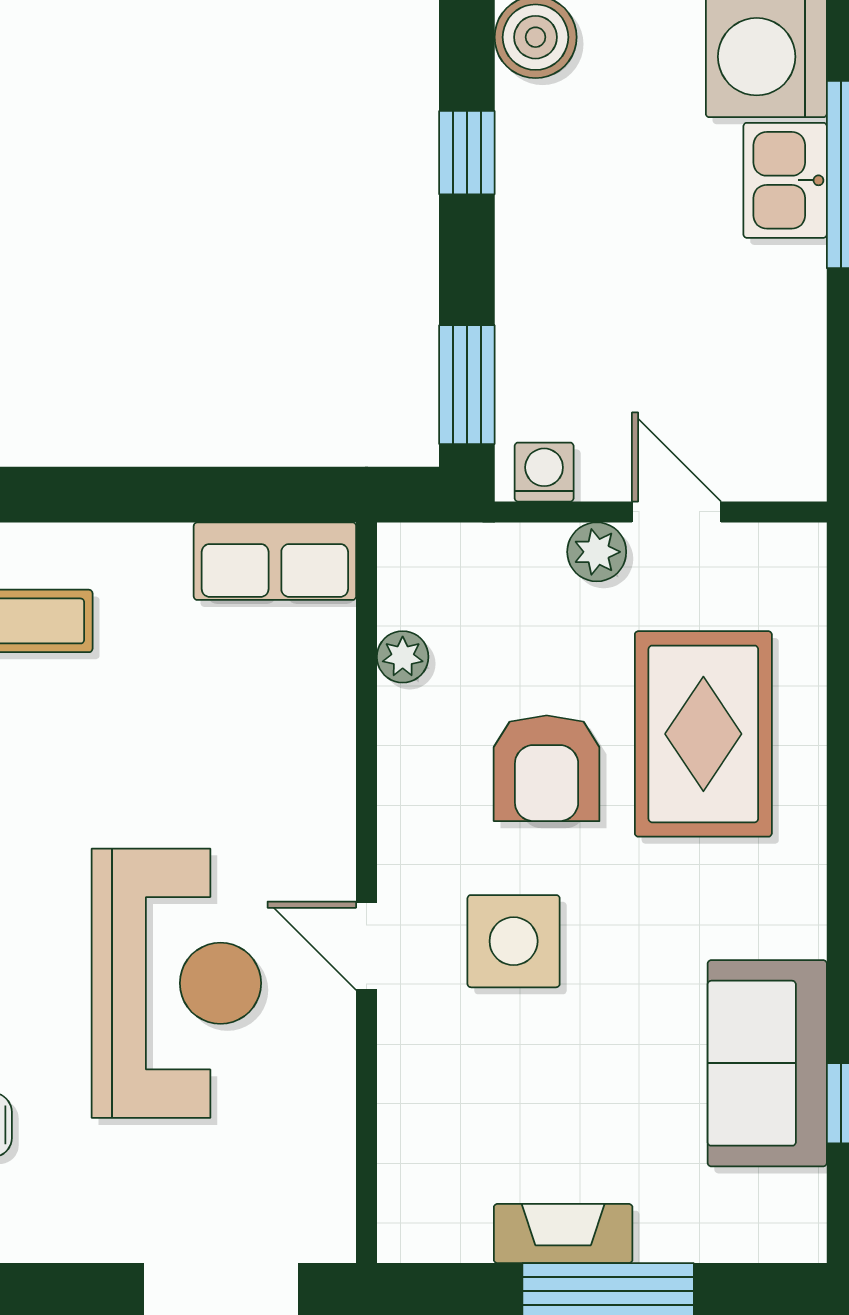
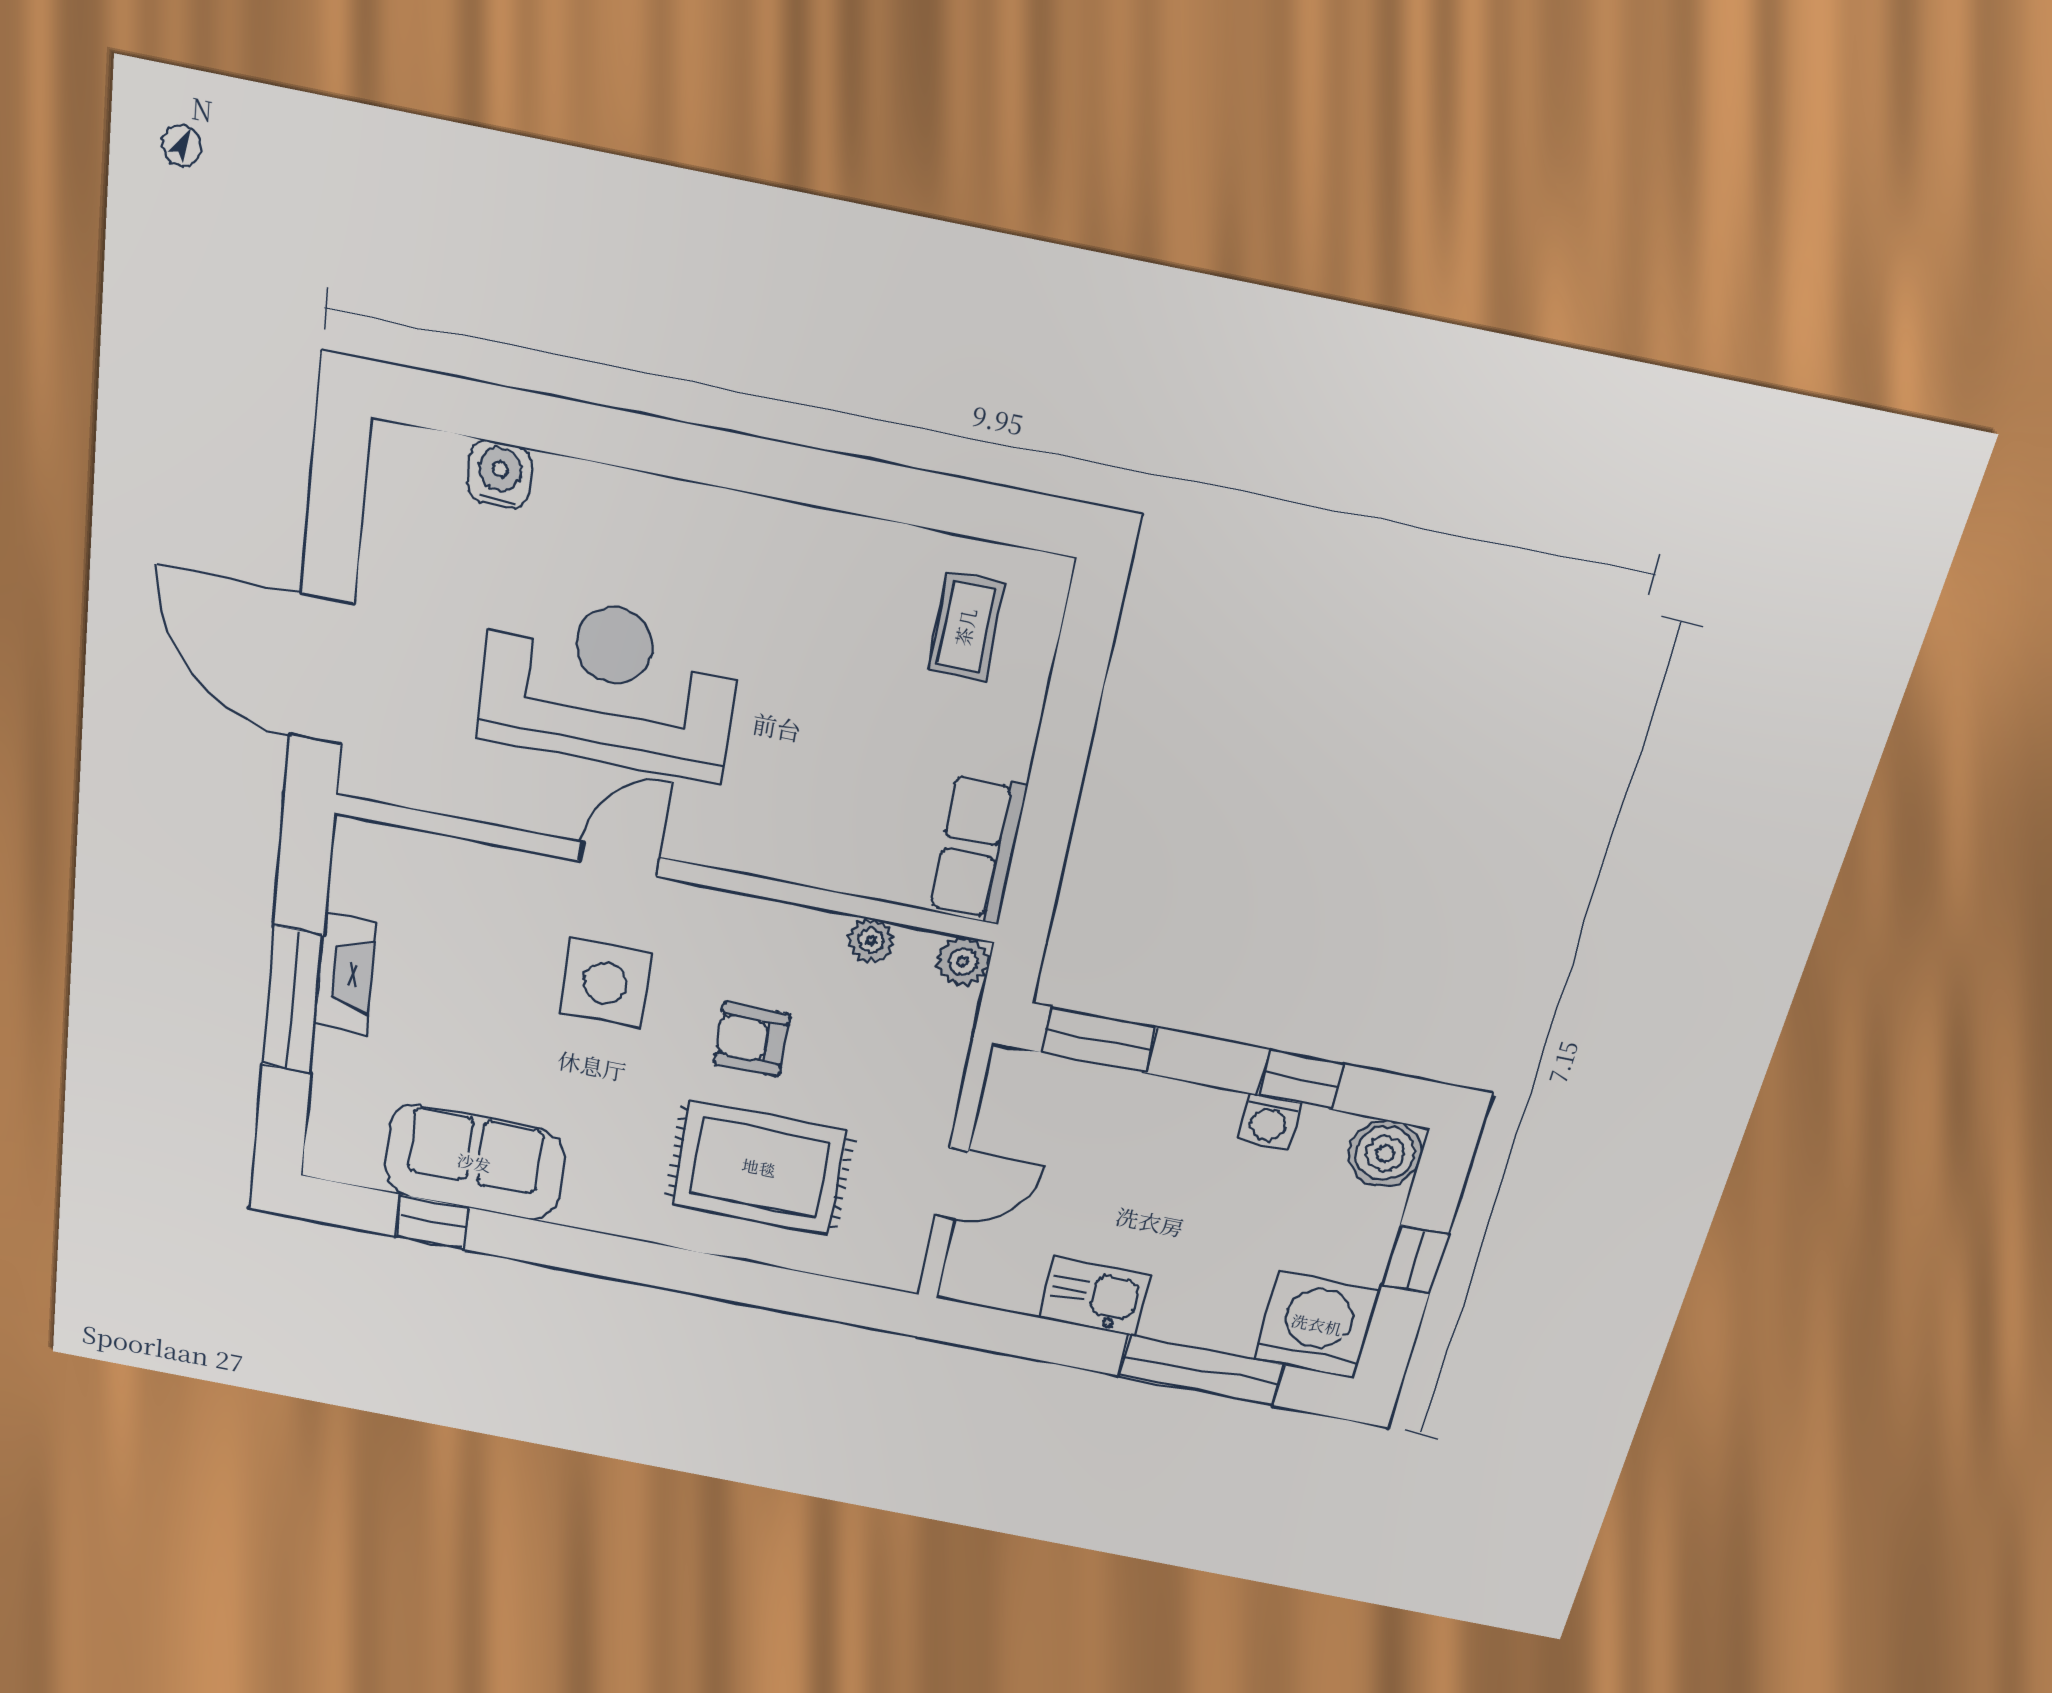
kitchen sink: (785, 180) -> (1094, 1297), moved
washing machine: (544, 472) -> (1269, 1121), moved, turned 90
plant: (597, 552) -> (963, 962), moved
armchair: (547, 768) -> (752, 1039), width x0.72, depth x0.72
reception desk: (176, 983) -> (609, 685), turned 180

